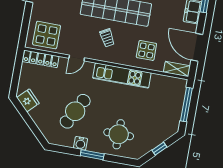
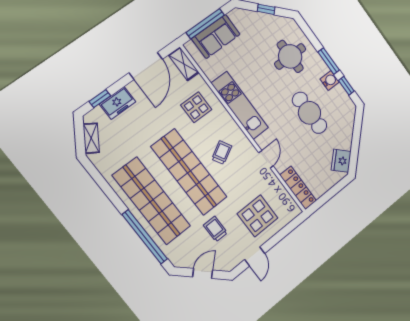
display table: (47, 35) -> (258, 216), moved
door: (77, 58) -> (266, 159), hinge flipped
sofa: (174, 103) -> (216, 36), added
cafe table: (75, 111) -> (310, 113), turned 62
window: (67, 150) -> (346, 86), added

